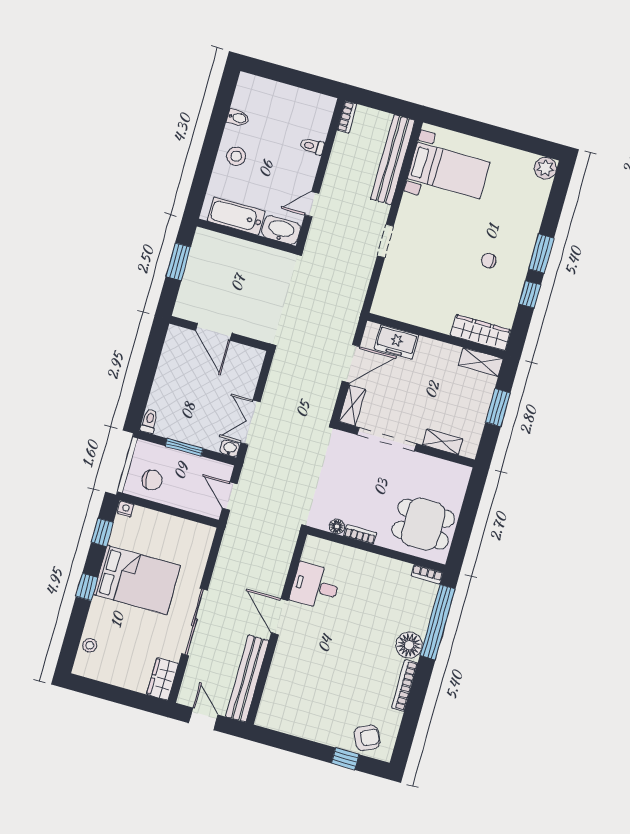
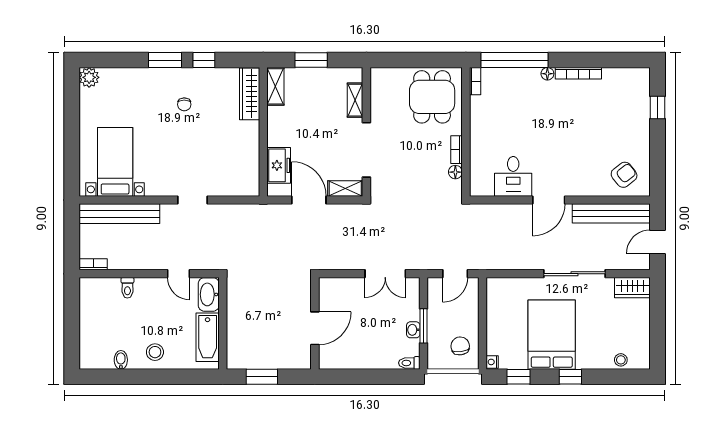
washbasin: (230, 448) -> (413, 330), moved
floor lamp: (409, 645) -> (547, 74), width x0.53, depth x0.53
armchair: (367, 738) -> (624, 175), moved, turned 77

